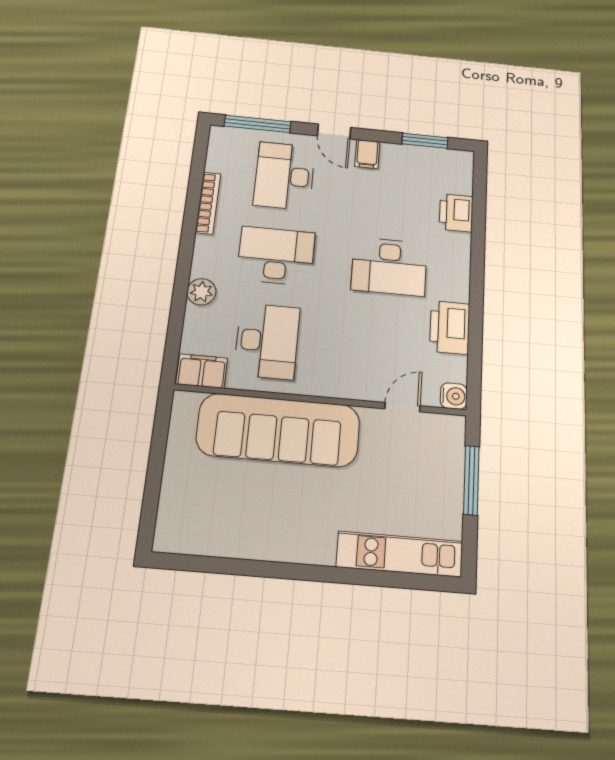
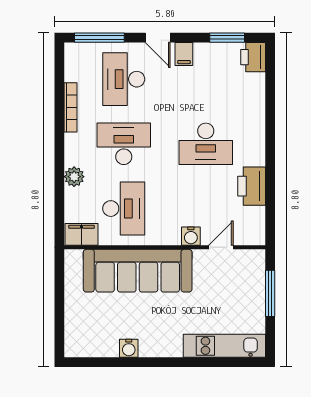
printer: (456, 213) -> (253, 57), moved
water cooler: (454, 396) -> (191, 236), moved, turned 90
water cooler: (253, 546) -> (129, 348), added

